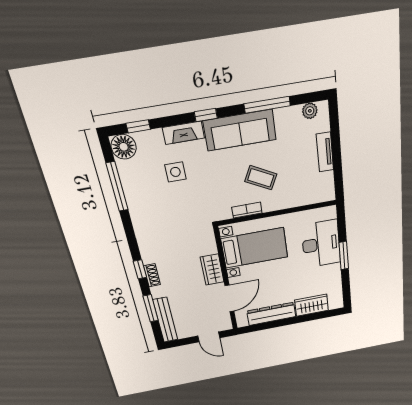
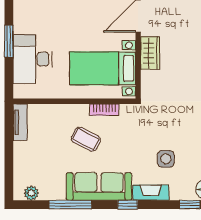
tv unit: (325, 152) -> (20, 122), moved

